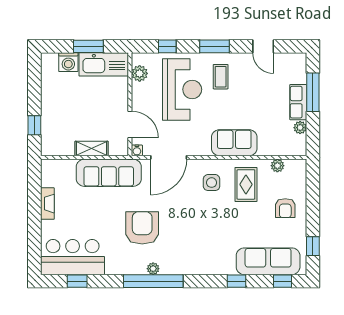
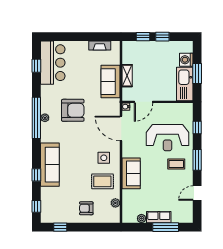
plant: (140, 73) -> (179, 109), removed
window: (34, 97) -> (162, 37), added
sofa: (109, 173) -> (110, 82), width x0.73
fireplace: (47, 204) -> (100, 45), moved
sofa: (268, 261) -> (50, 165), moved

